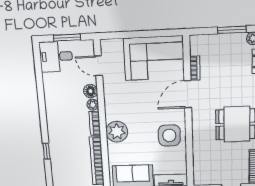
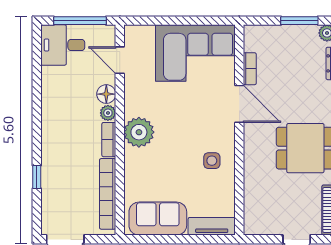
window: (67, 38) -> (80, 21), width x1.44
door: (188, 94) -> (239, 104), swing flipped
plant: (117, 132) -> (139, 132), moved
side table: (169, 135) -> (212, 161), width x0.54, depth x0.54

